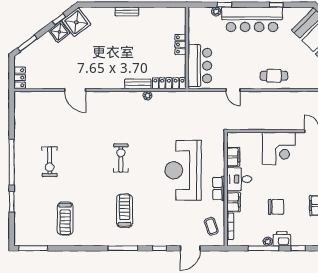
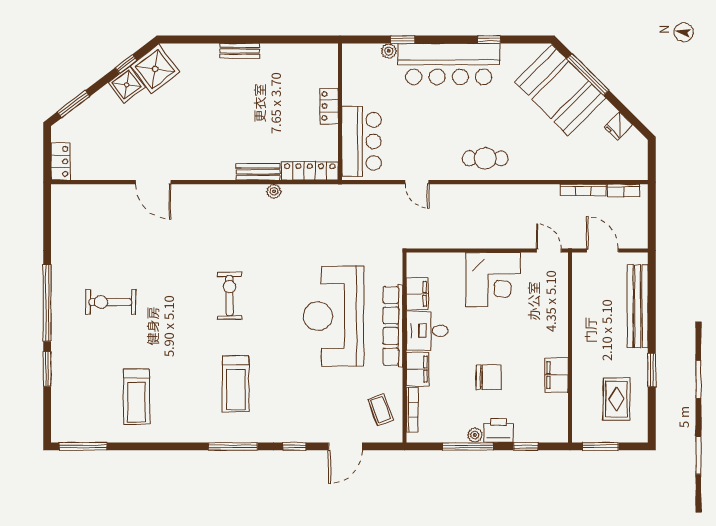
exercise bike: (50, 162) -> (111, 302), turned 90
row of seats: (219, 188) -> (393, 326), width x2.02
treadmill: (125, 211) -> (236, 384), turned 180

